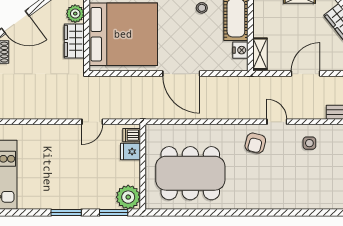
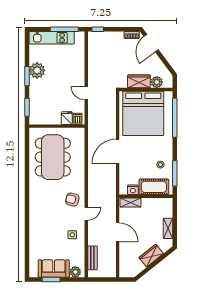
plant: (128, 197) -> (37, 70), moved

